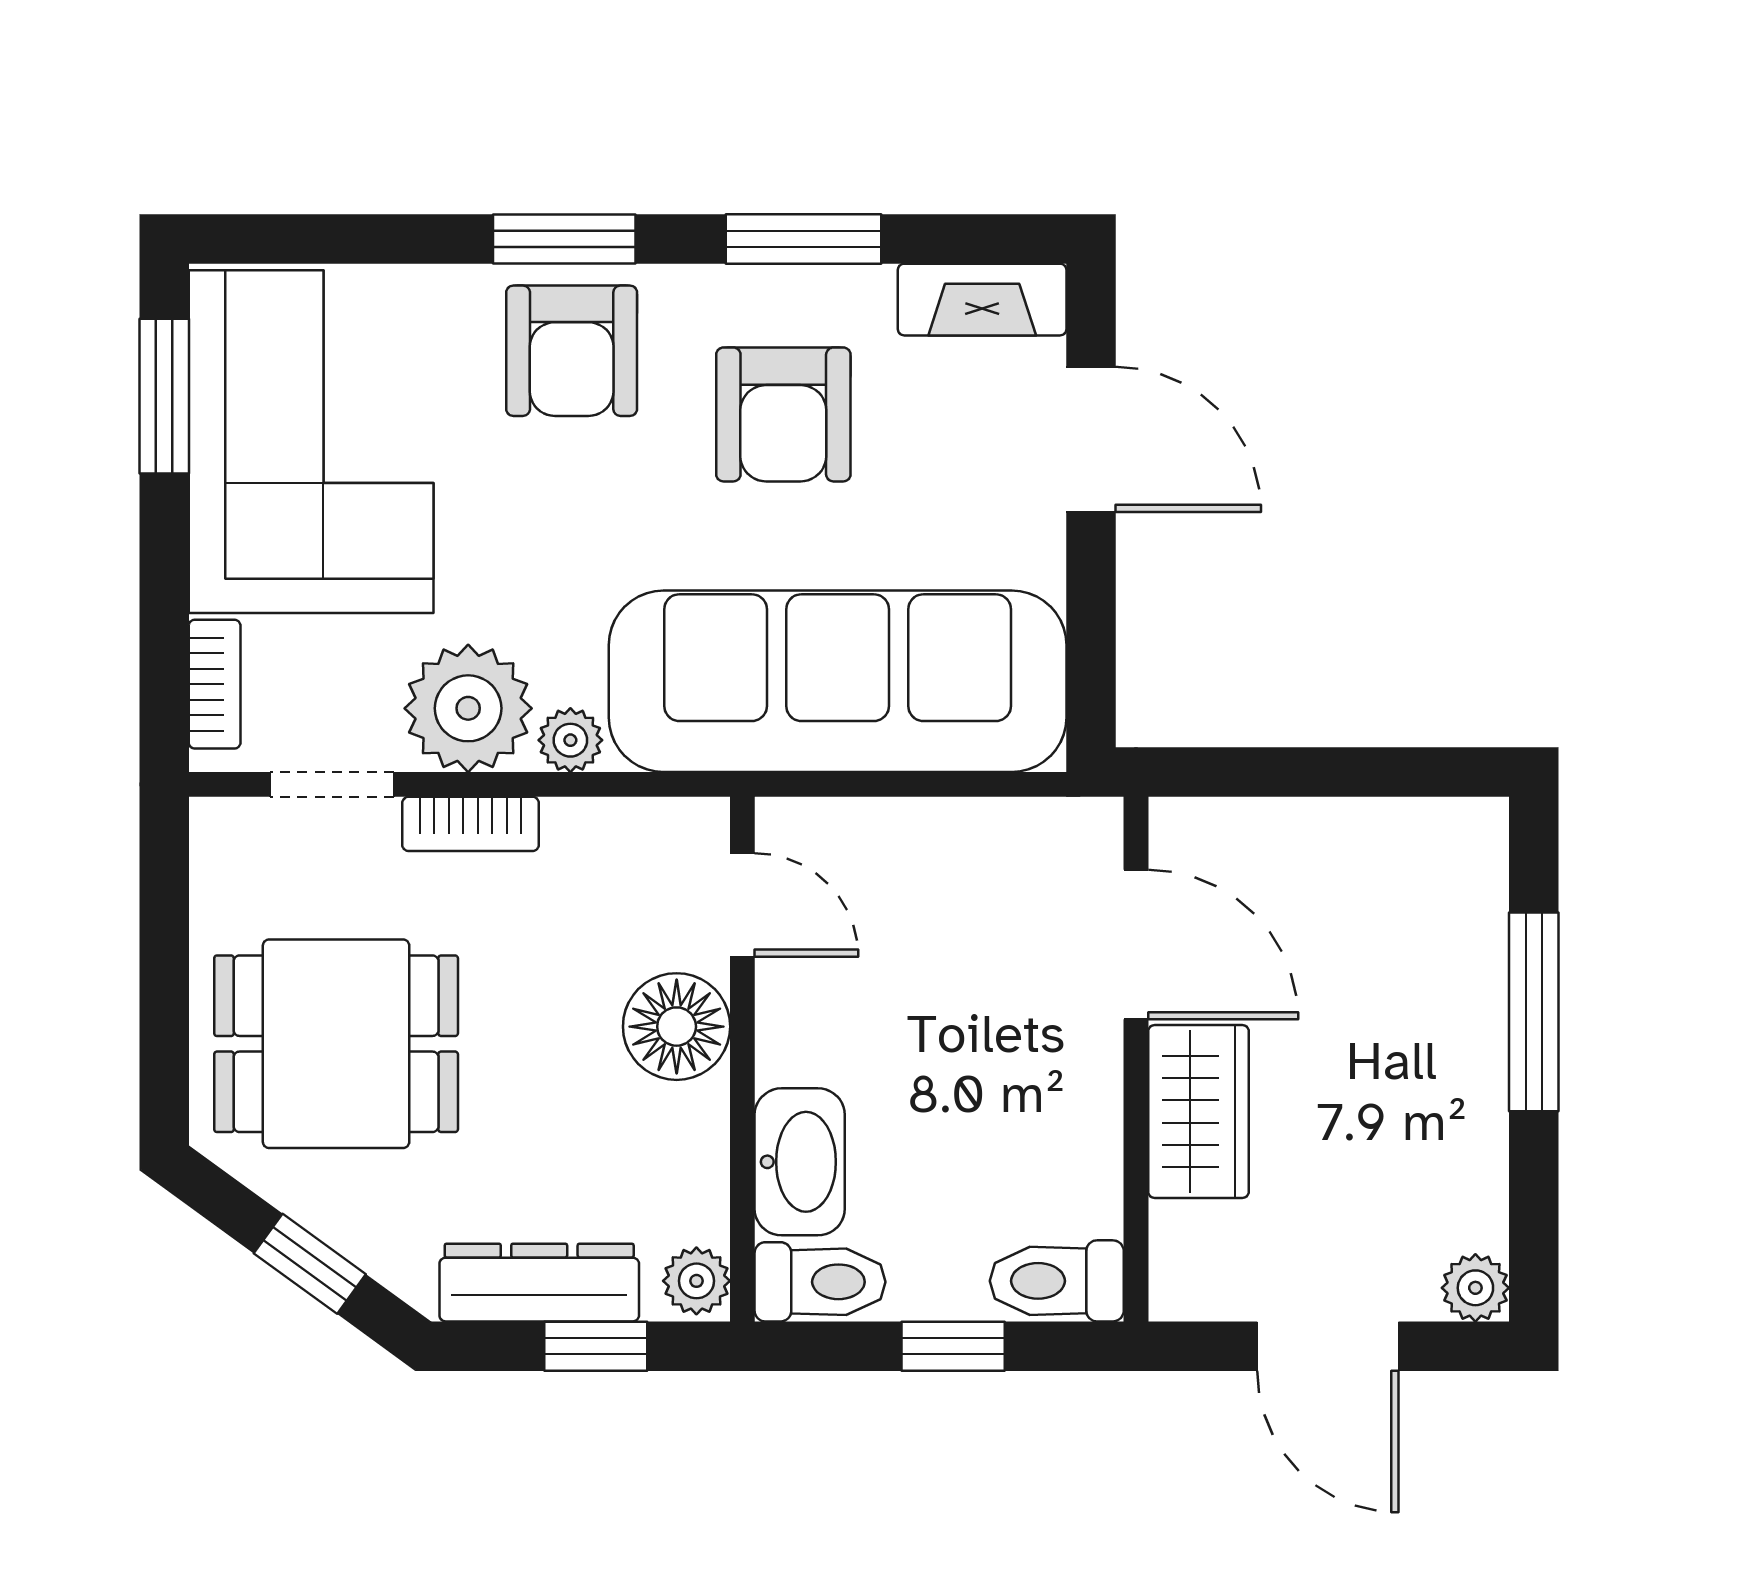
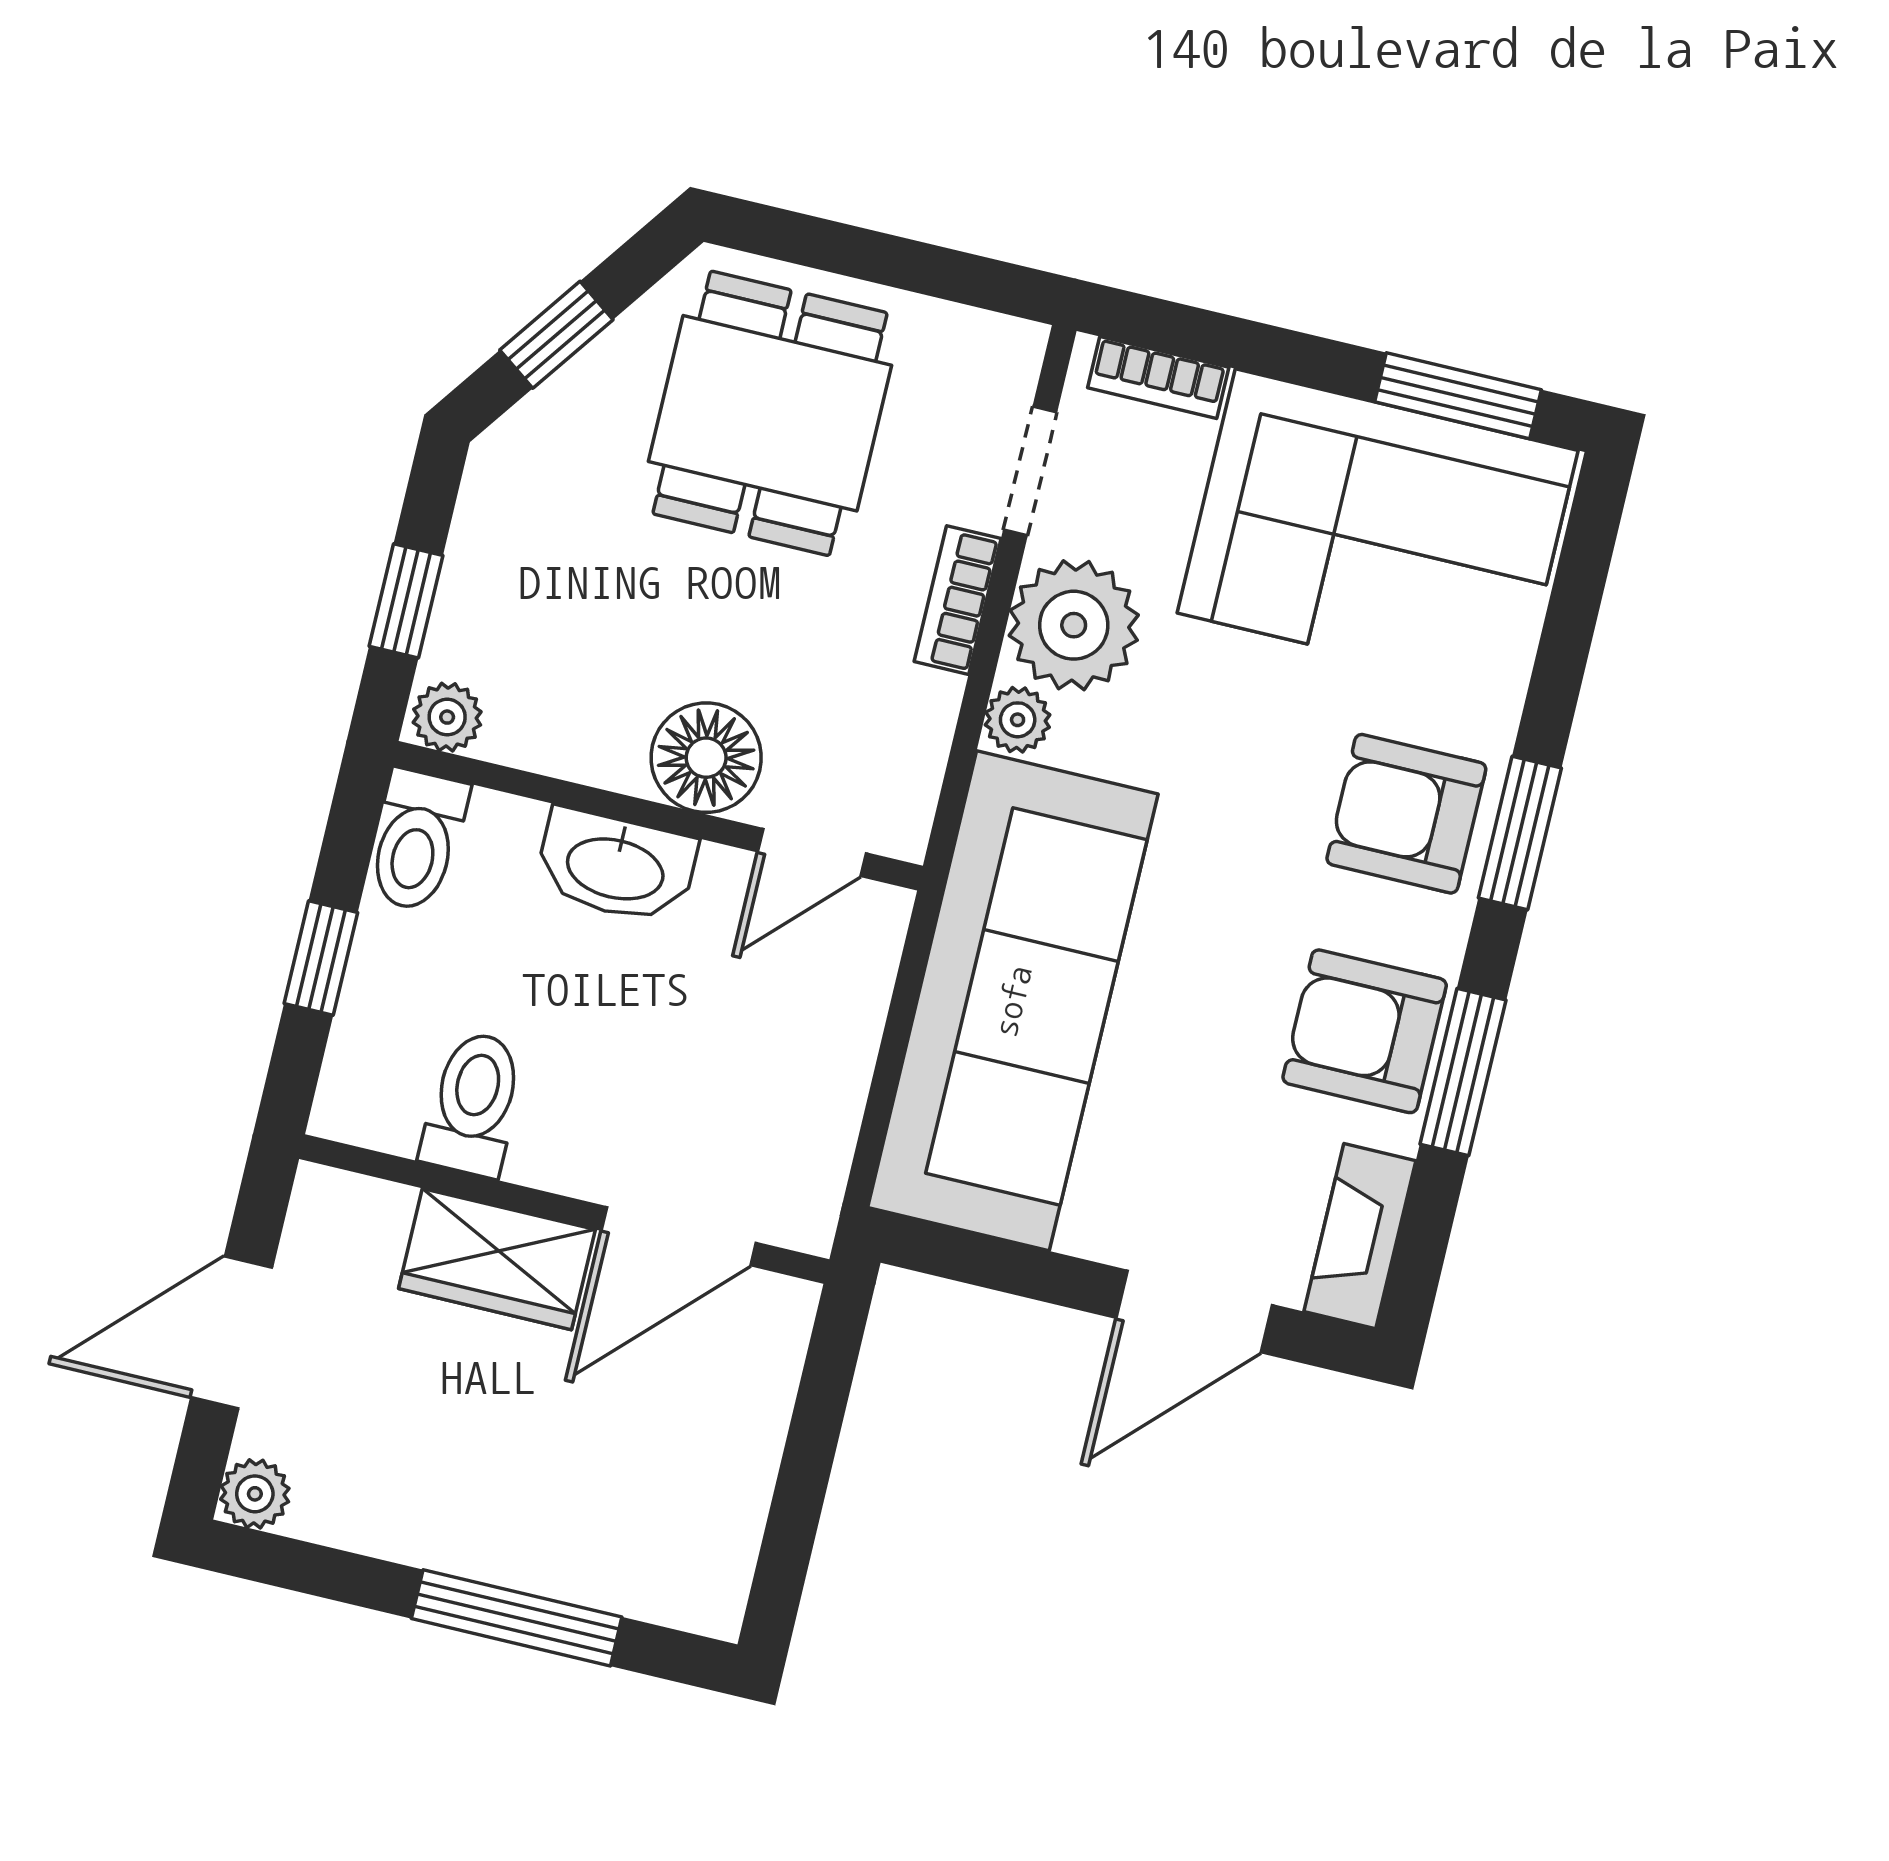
armchair: (783, 414) -> (1365, 1031), moved
washbasin: (800, 1162) -> (616, 866), moved
toilet: (1057, 1281) -> (473, 1104), moved
dresser: (539, 1283) -> (483, 559), removed

